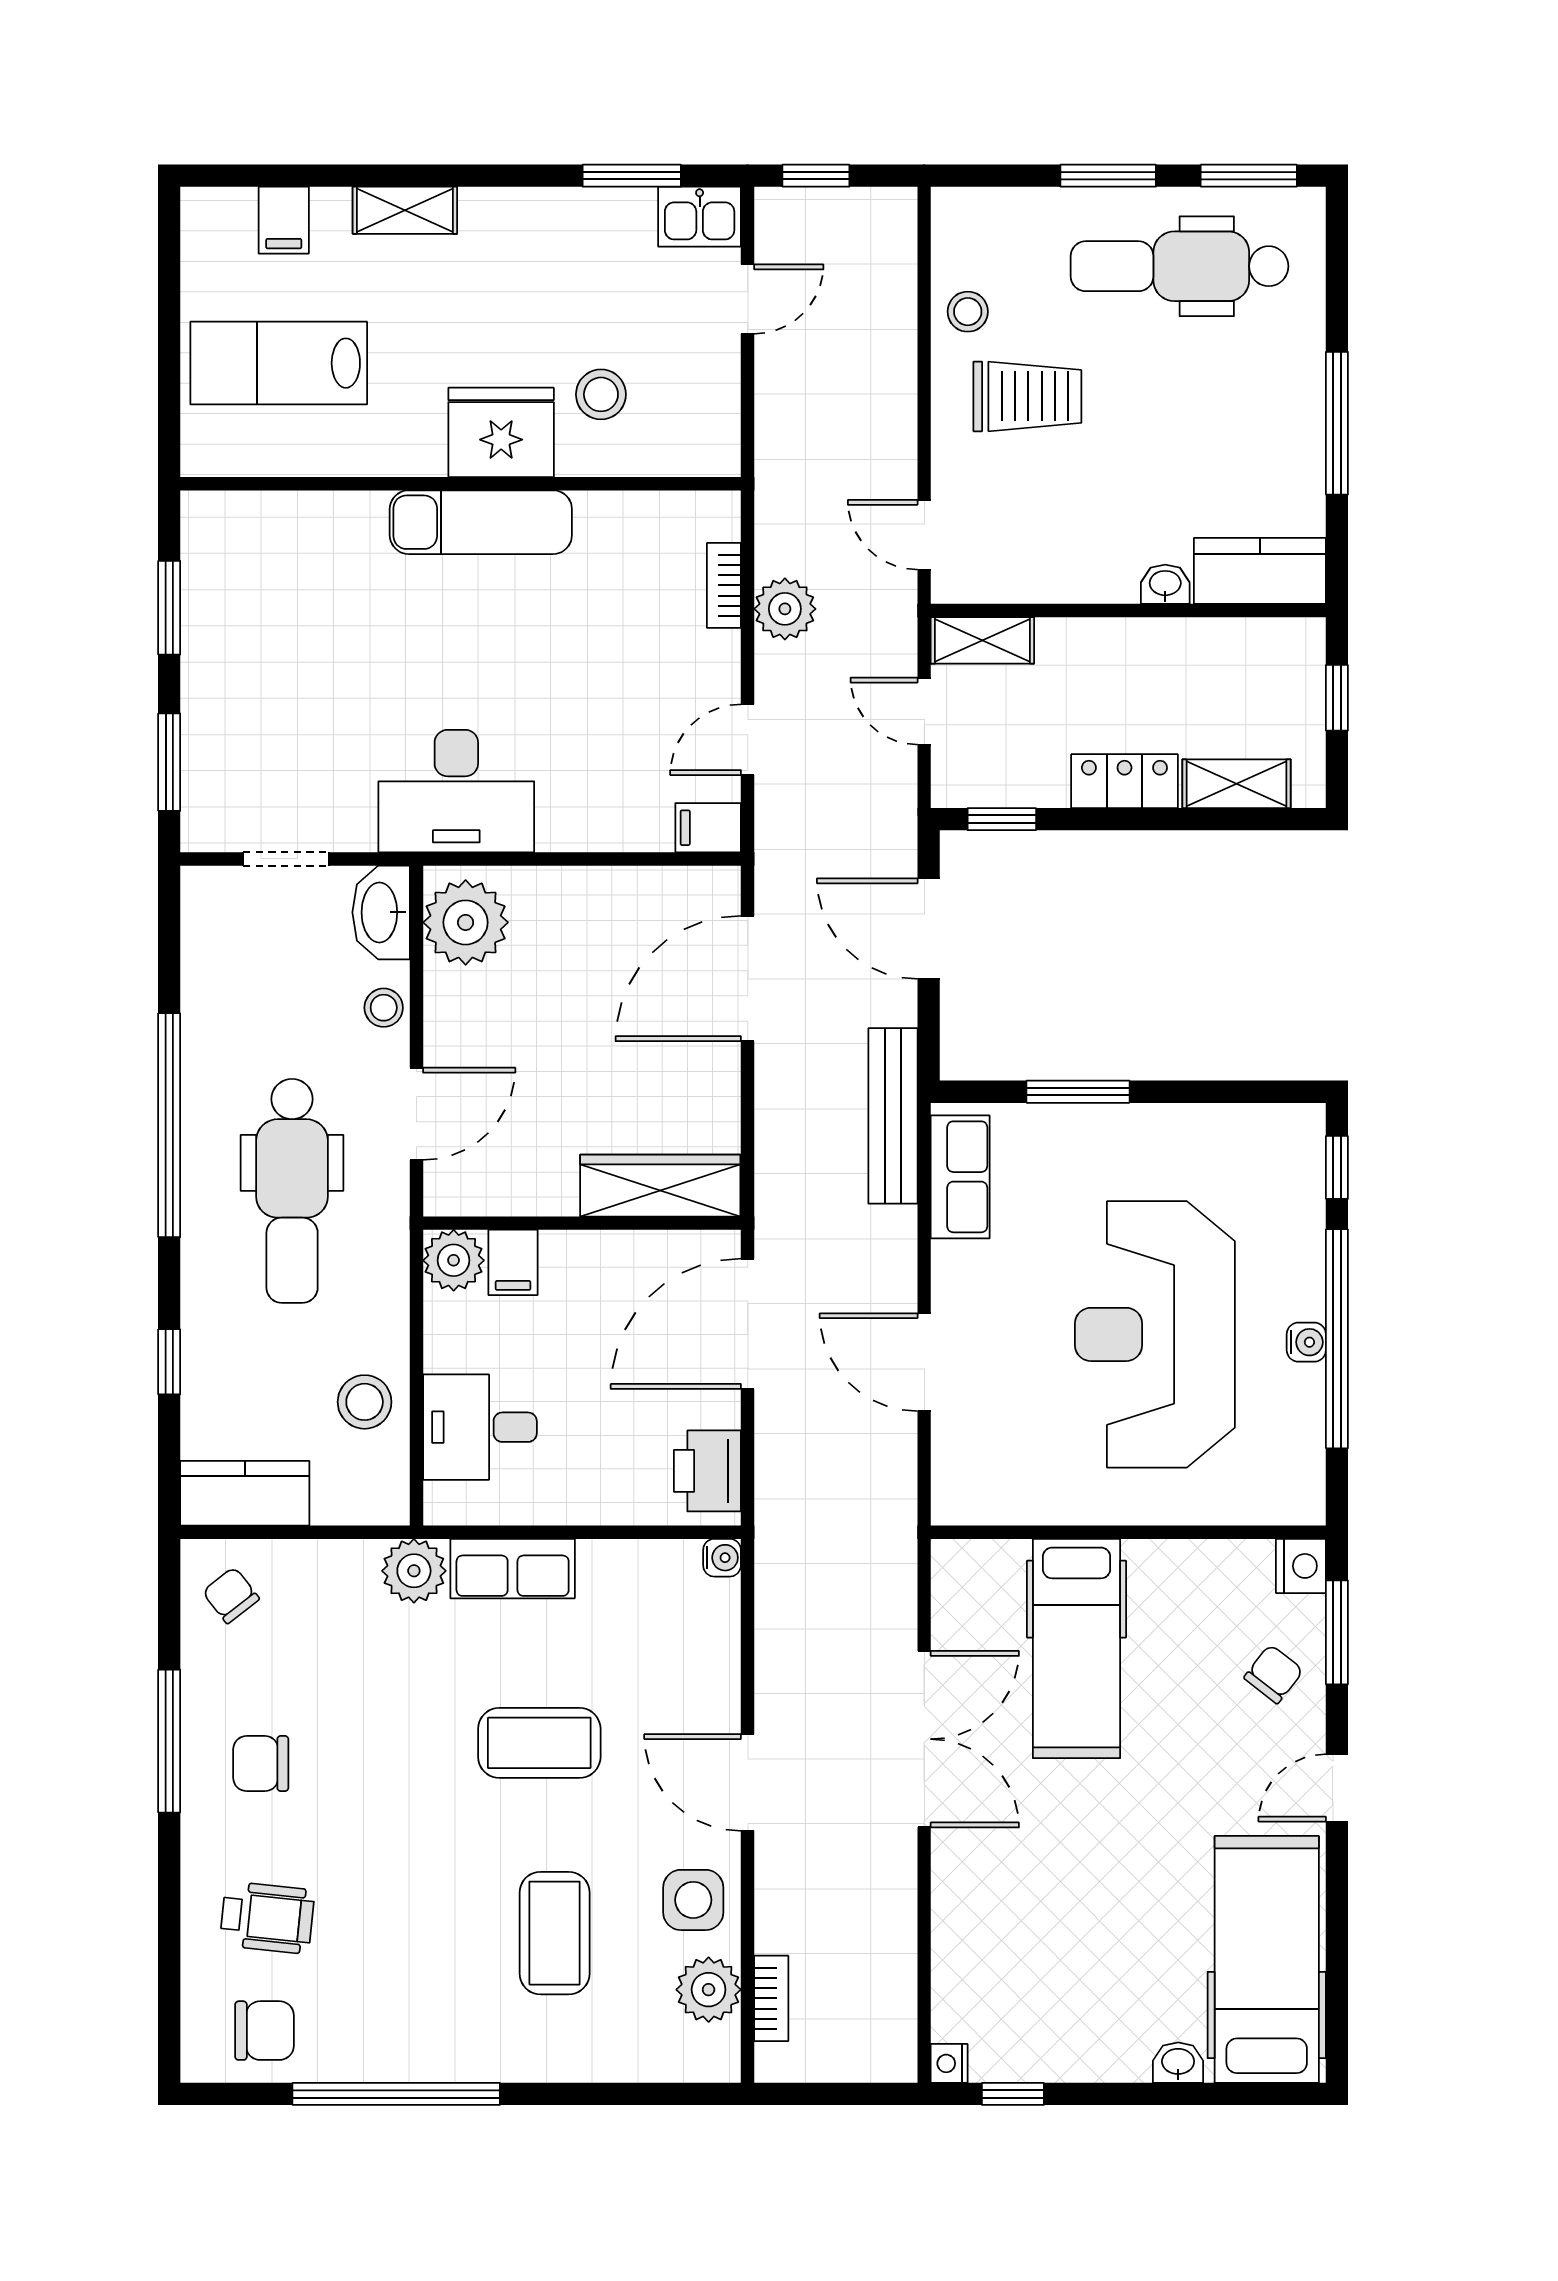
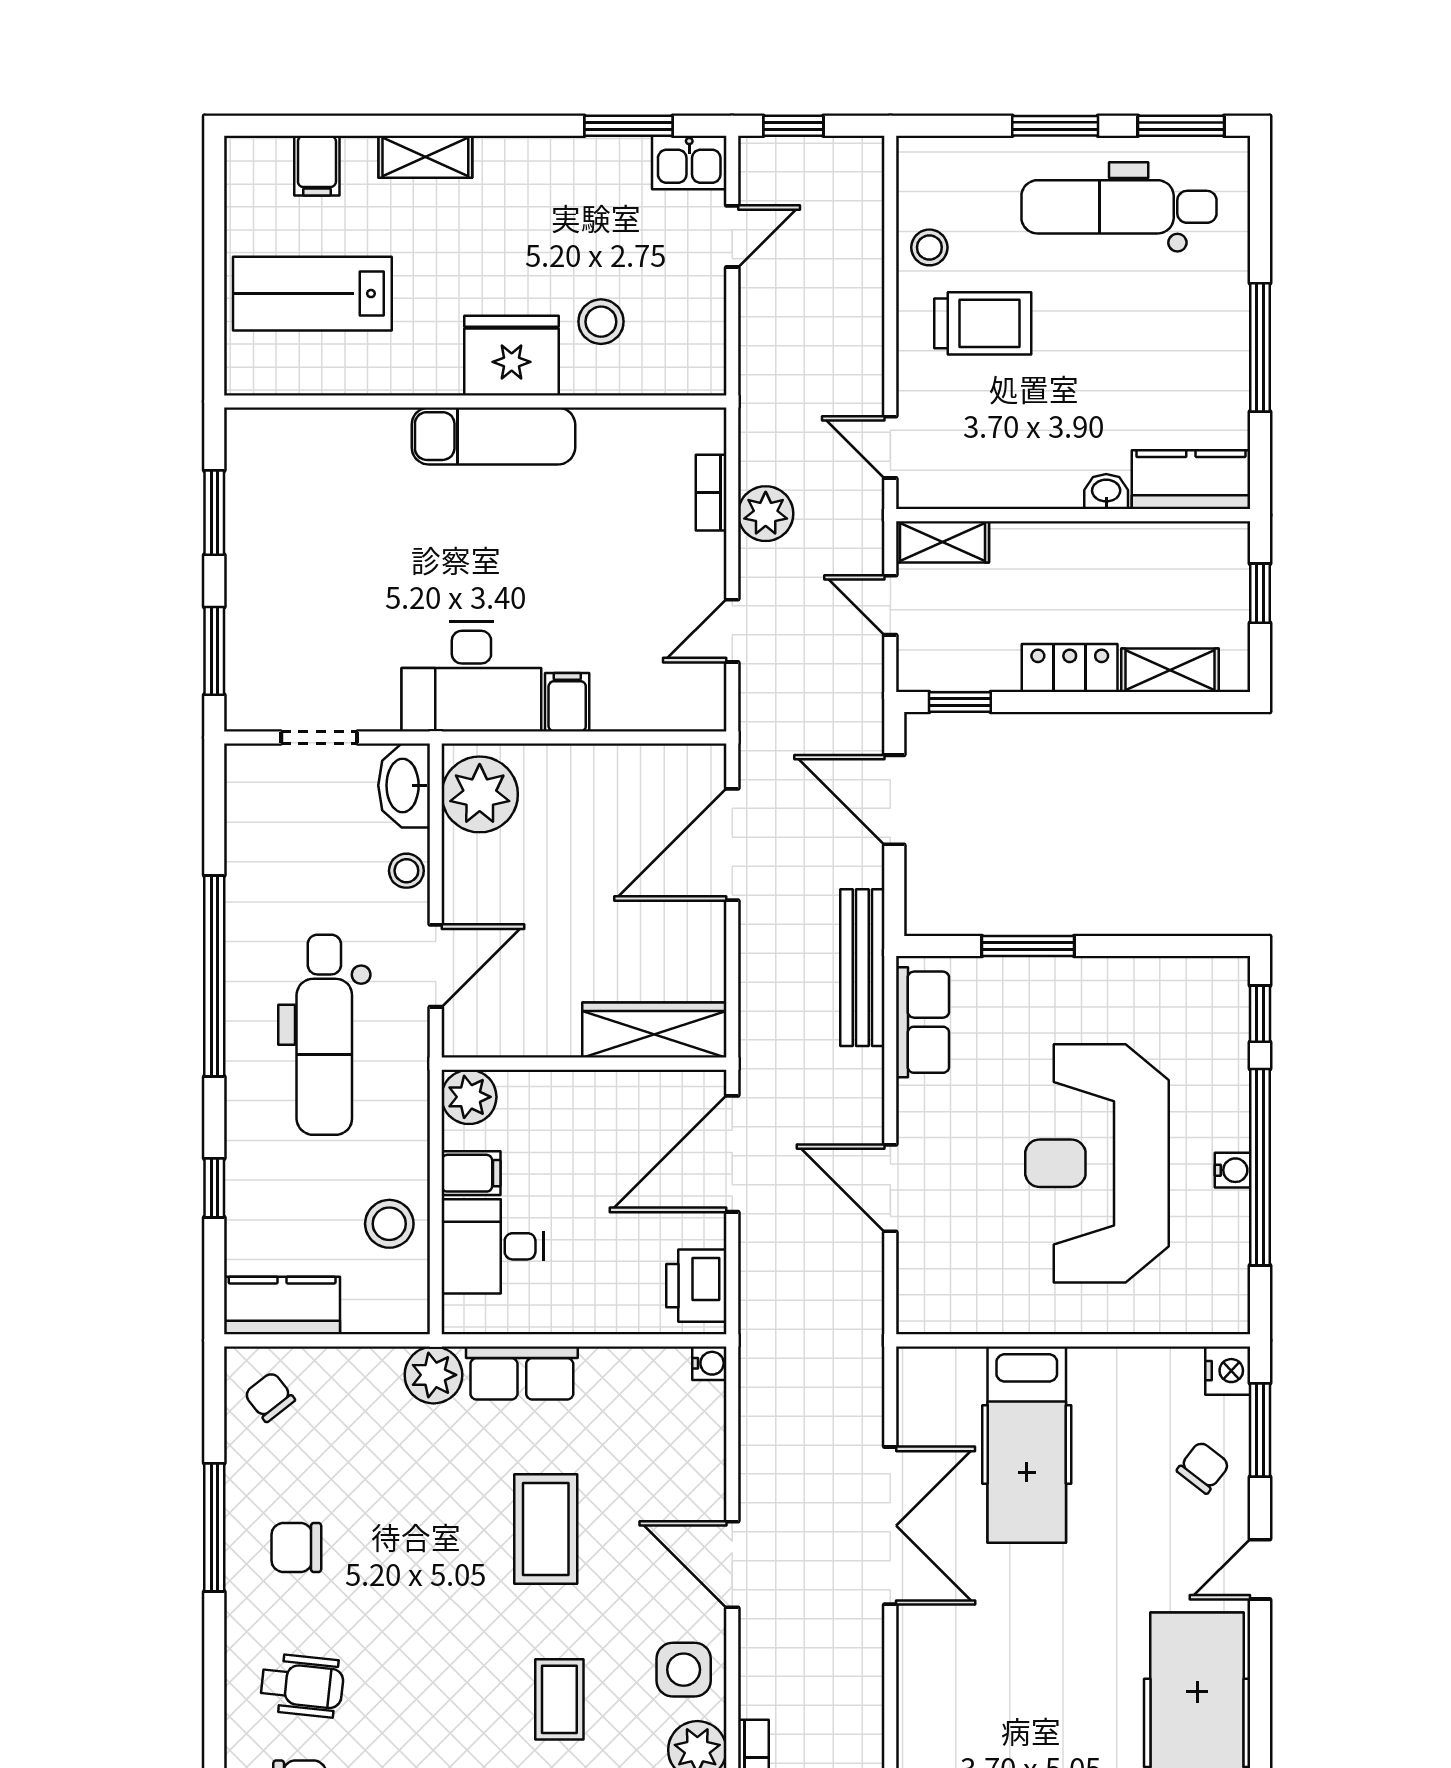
filing cabinet: (708, 828) -> (567, 702), moved, turned 90
filing cabinet: (513, 1262) -> (471, 1173), moved, turned -90
coffee table: (539, 1743) -> (546, 1529), turned 90
coffee table: (555, 1933) -> (559, 1699), width x0.73, depth x0.77

